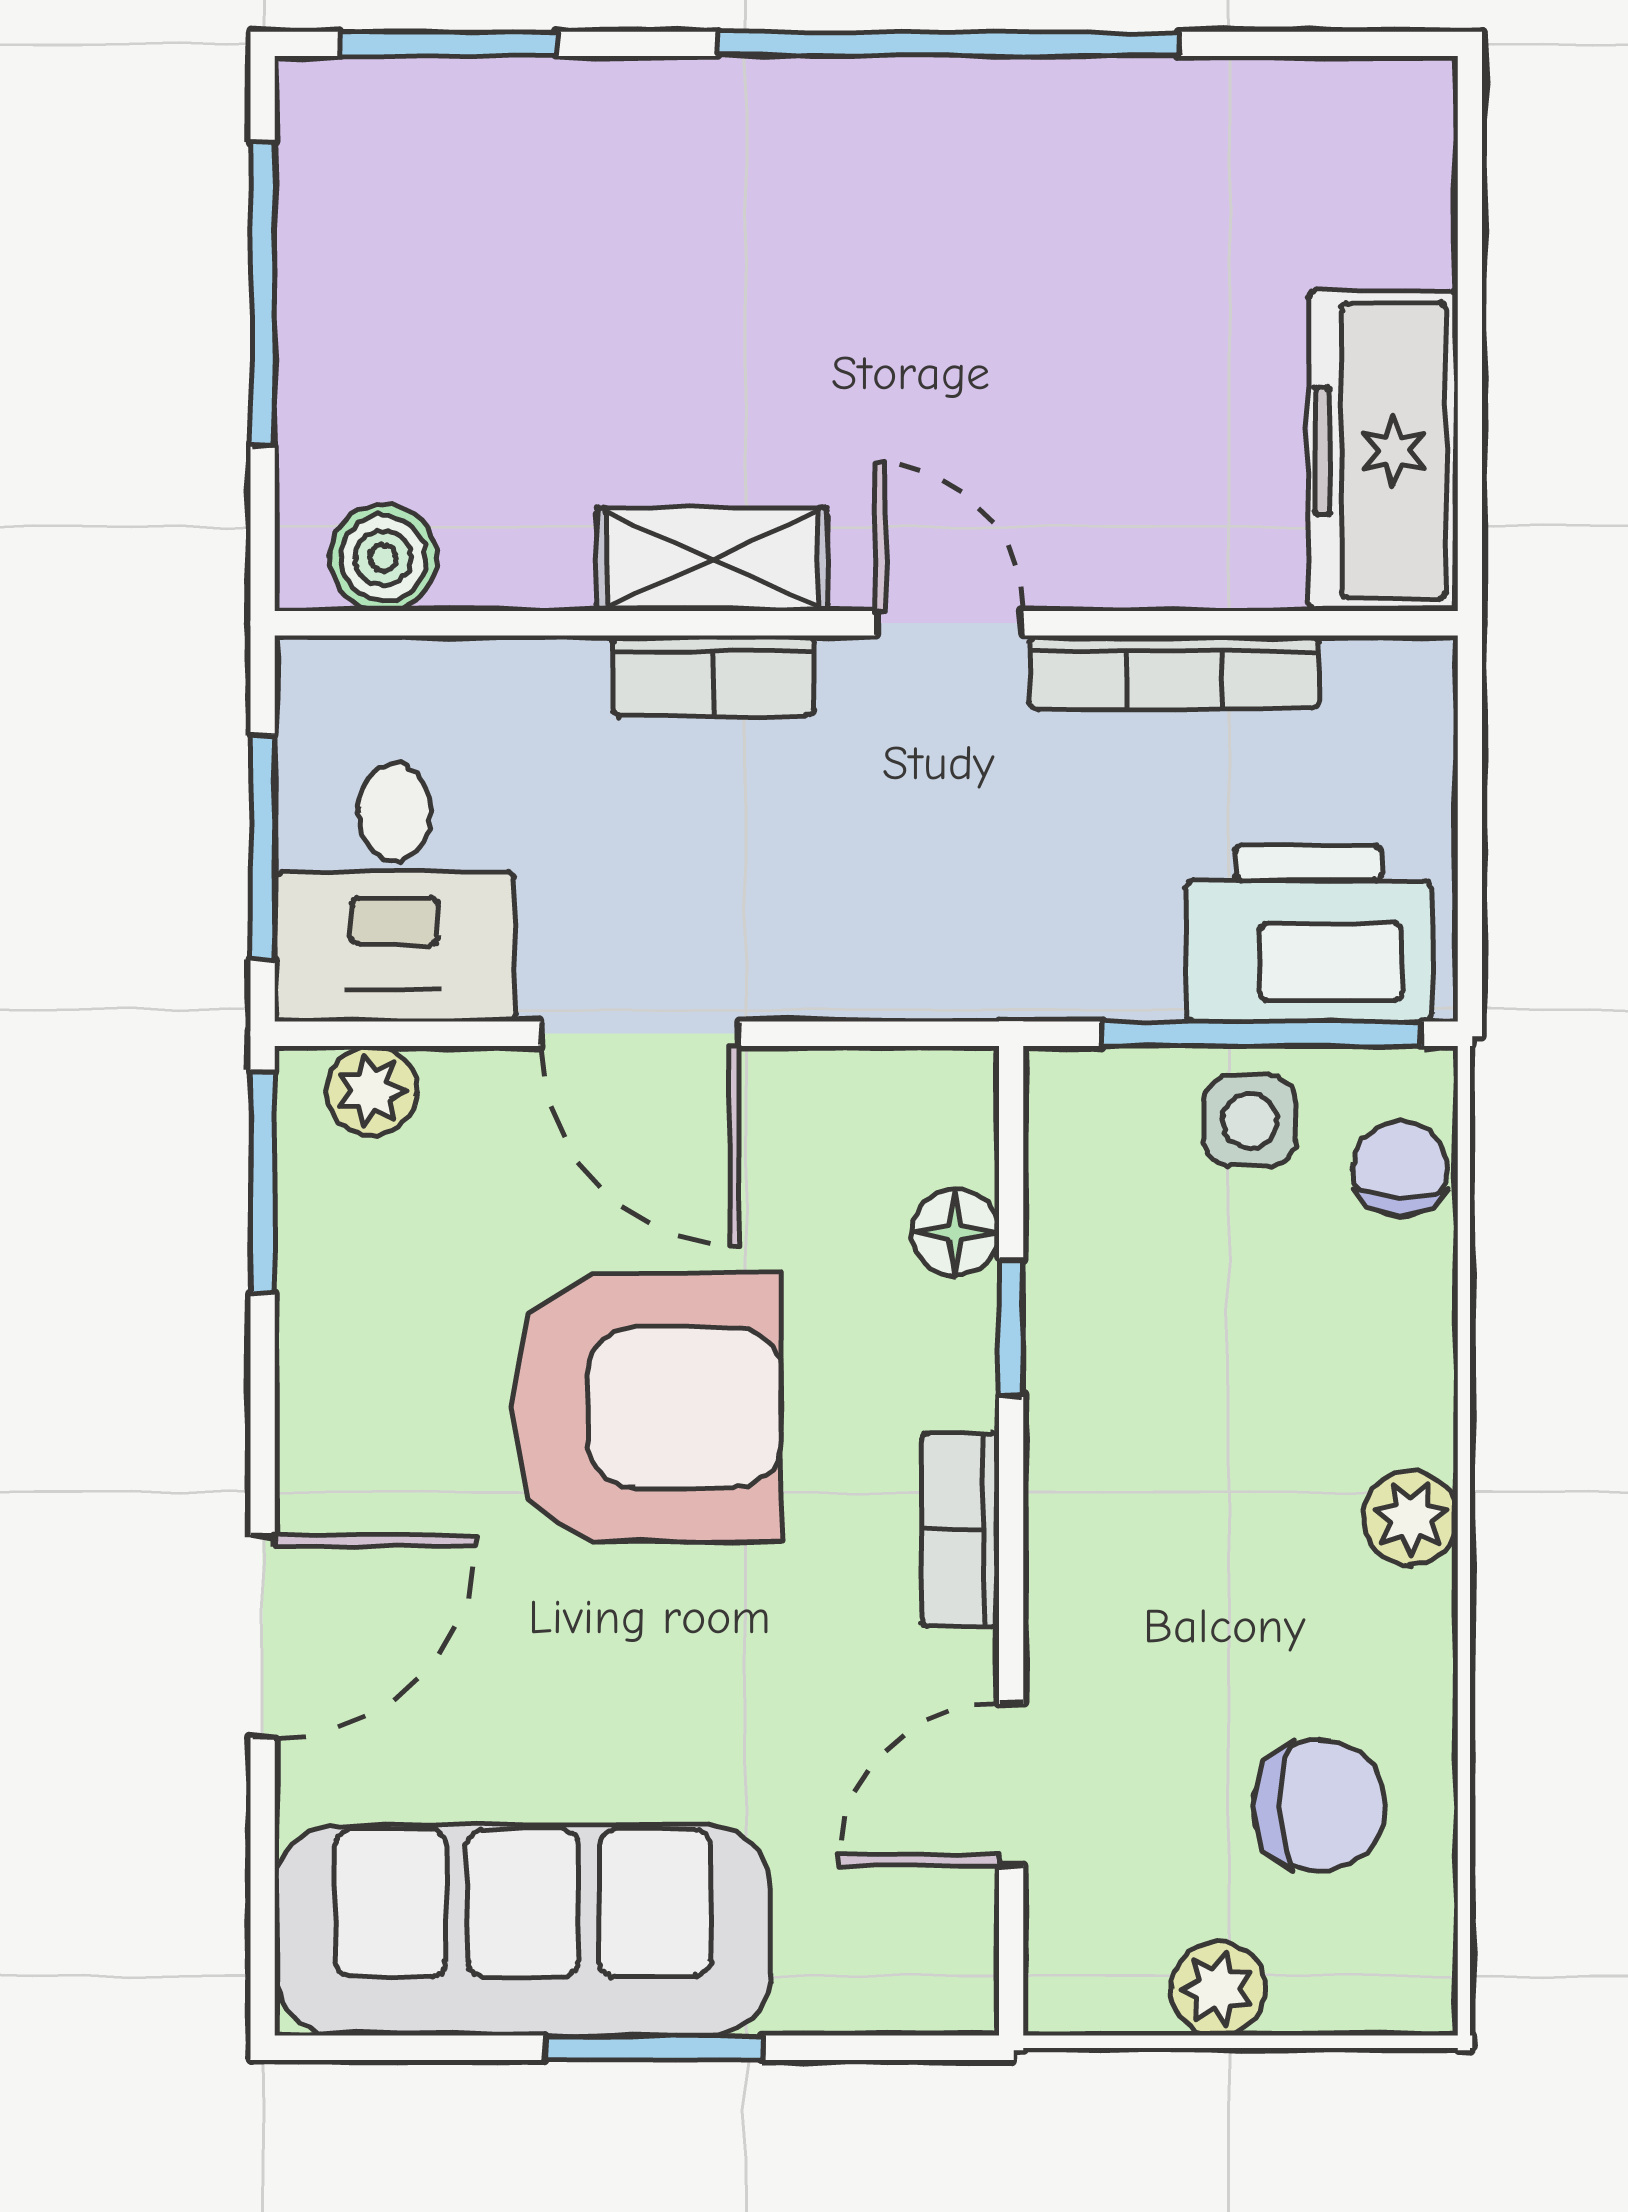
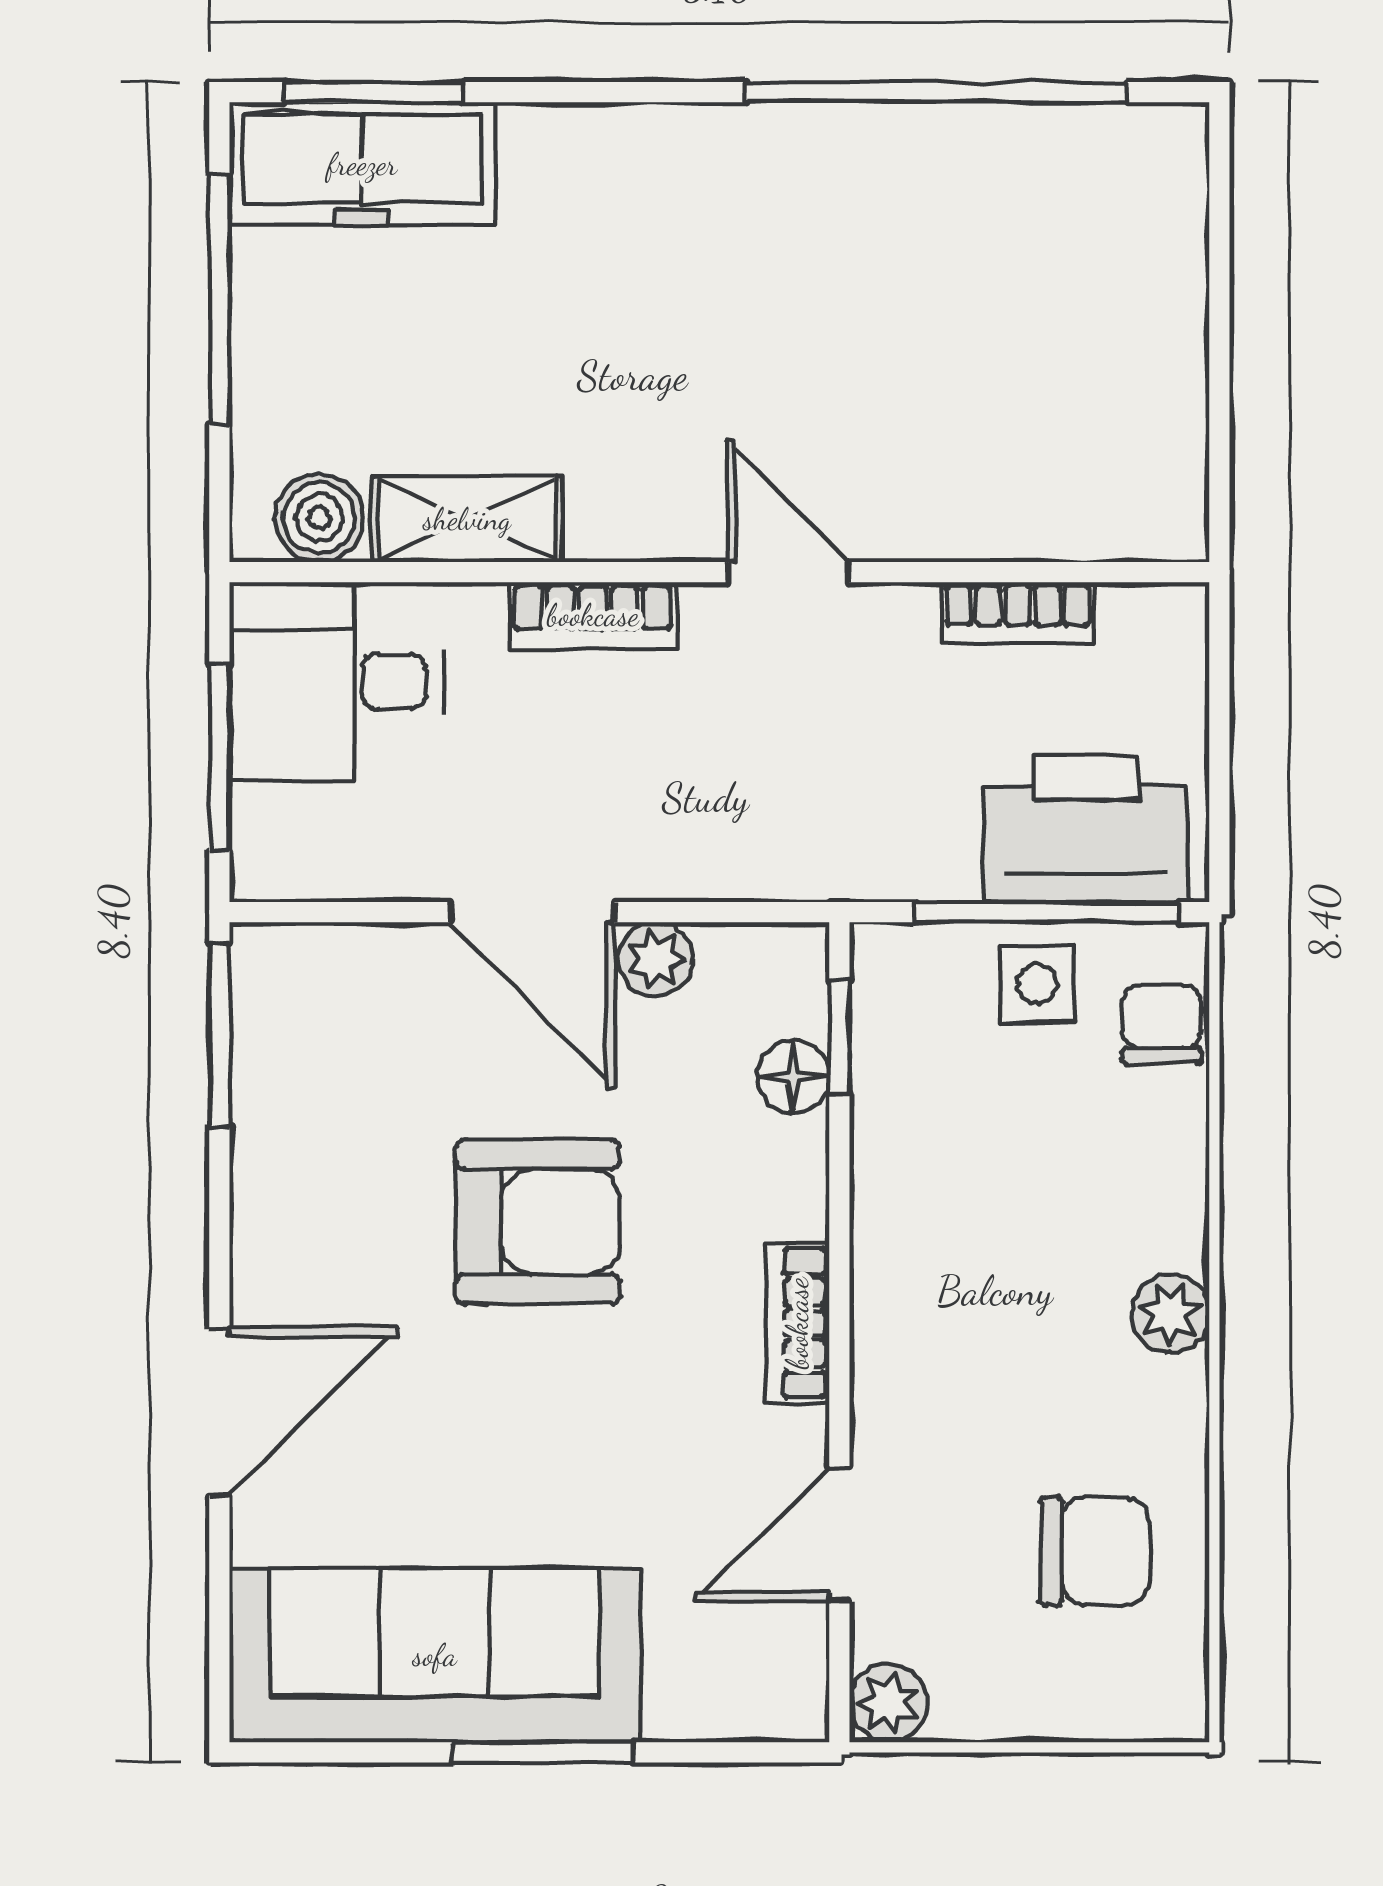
window: (949, 44) -> (937, 92), moved
freezer: (1383, 451) -> (362, 164), moved, turned -90
shelving: (712, 559) -> (467, 519), moved
bookcase: (1174, 672) -> (1018, 613), width x0.64
desk: (395, 892) -> (336, 681), moved, turned 90
plant: (372, 1091) -> (656, 959), moved
window: (1011, 1327) -> (839, 1037), moved
armchair: (647, 1407) -> (537, 1222), width x0.73, depth x0.73
plant: (1218, 1989) -> (888, 1703), moved

